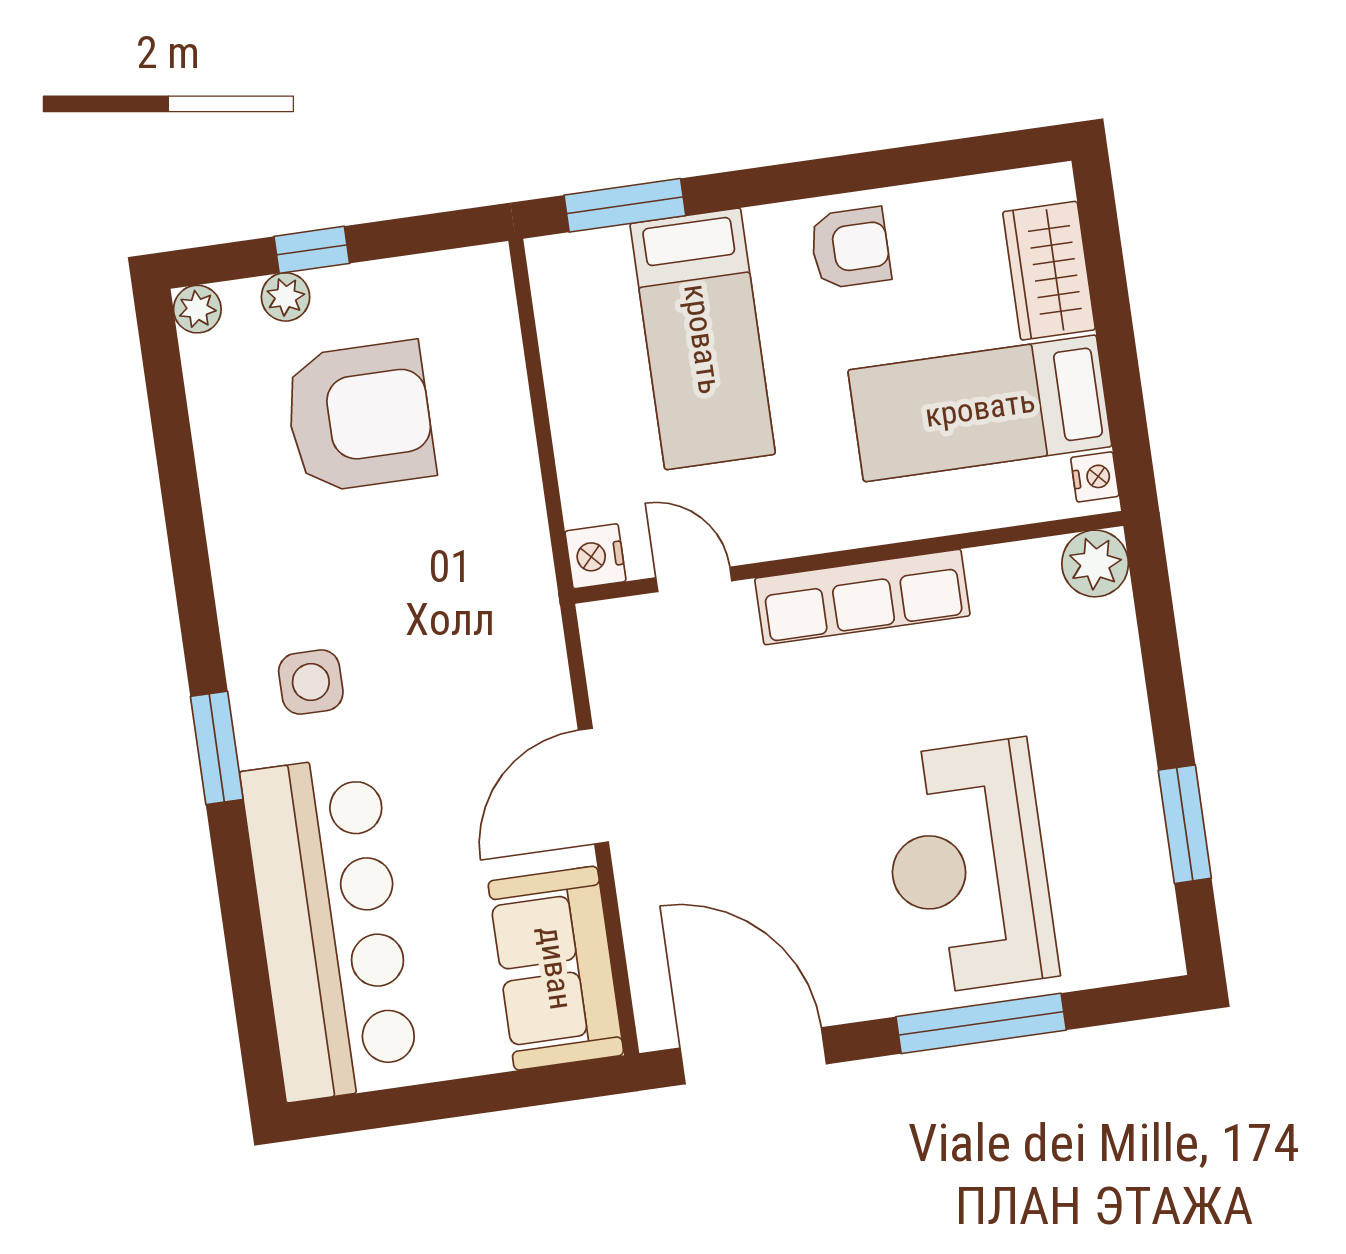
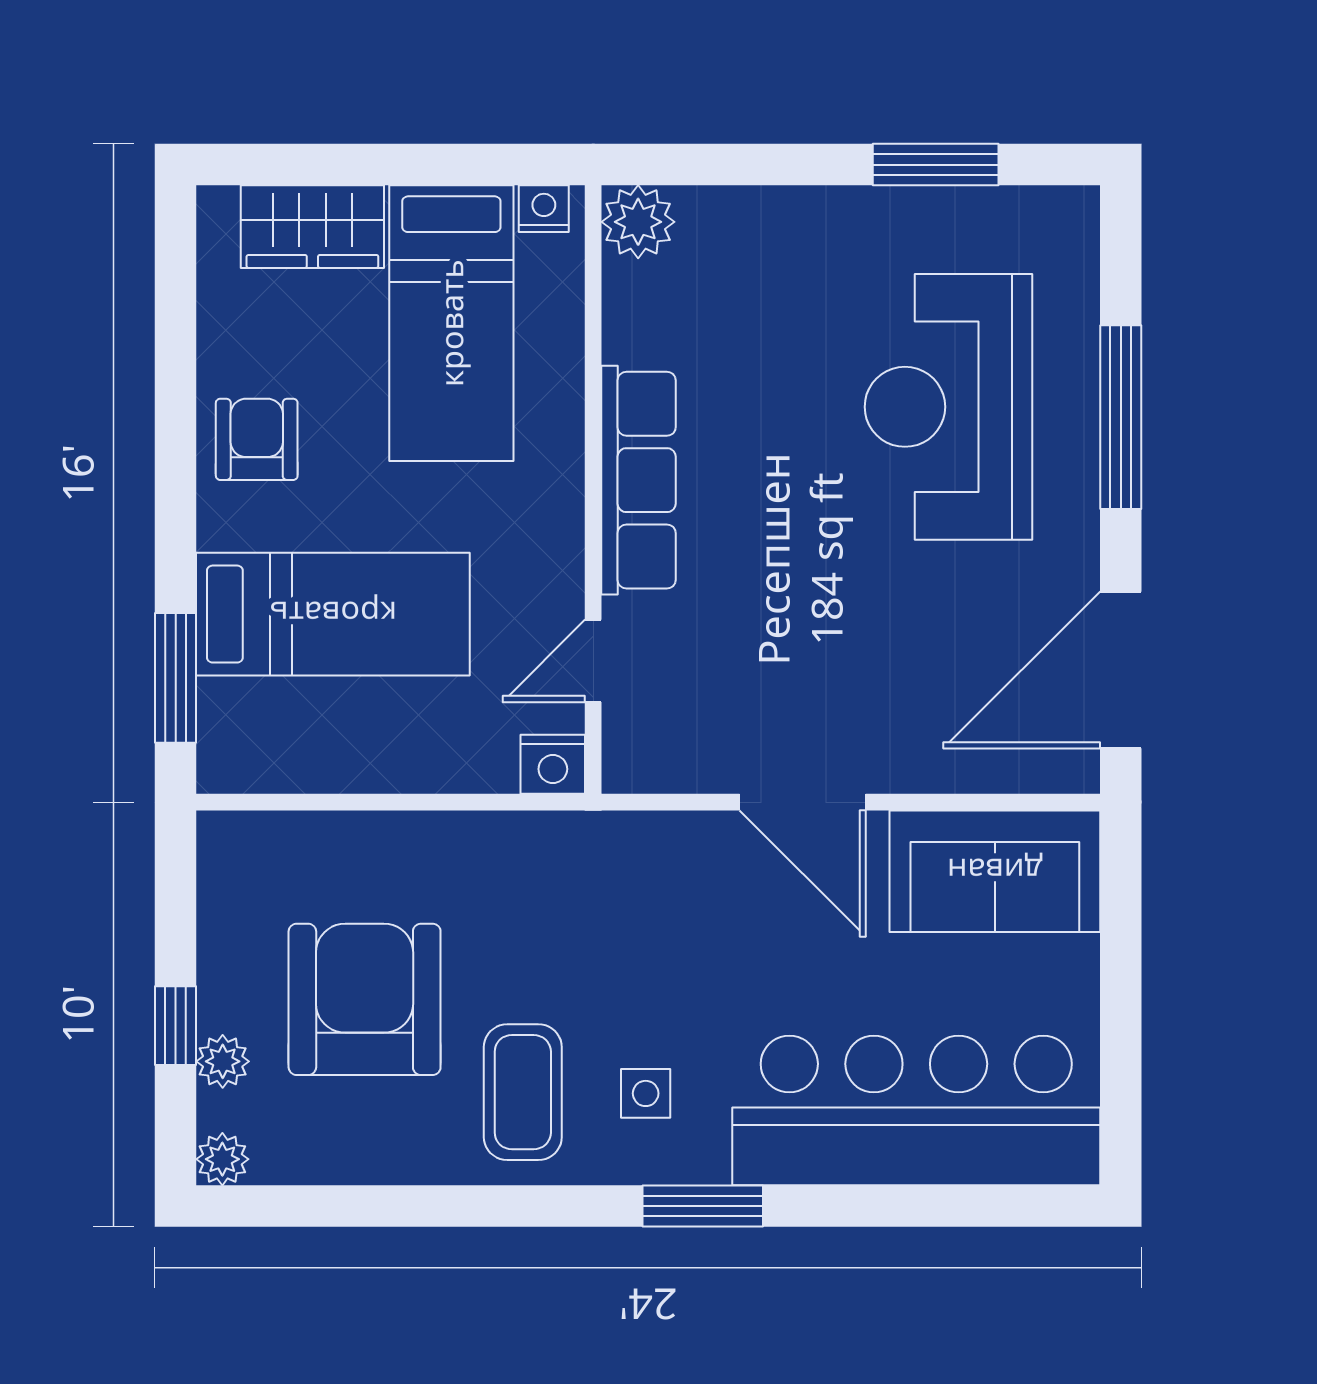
coffee table: (296, 571) -> (523, 1092), added
side table: (311, 682) -> (646, 1093), width x0.73, depth x0.73
reception desk: (968, 867) -> (948, 407), turned 90

